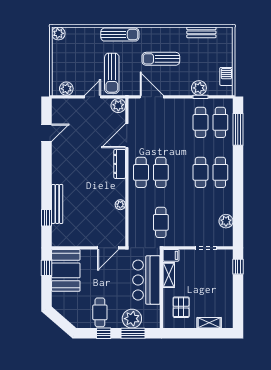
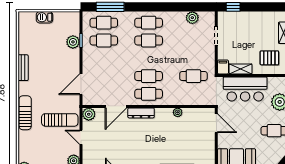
bench: (201, 32) -> (23, 68), moved
sun lounger: (161, 59) -> (47, 76), removed
barbecue: (226, 76) -> (44, 17), moved
door: (127, 136) -> (116, 106), hinge flipped

